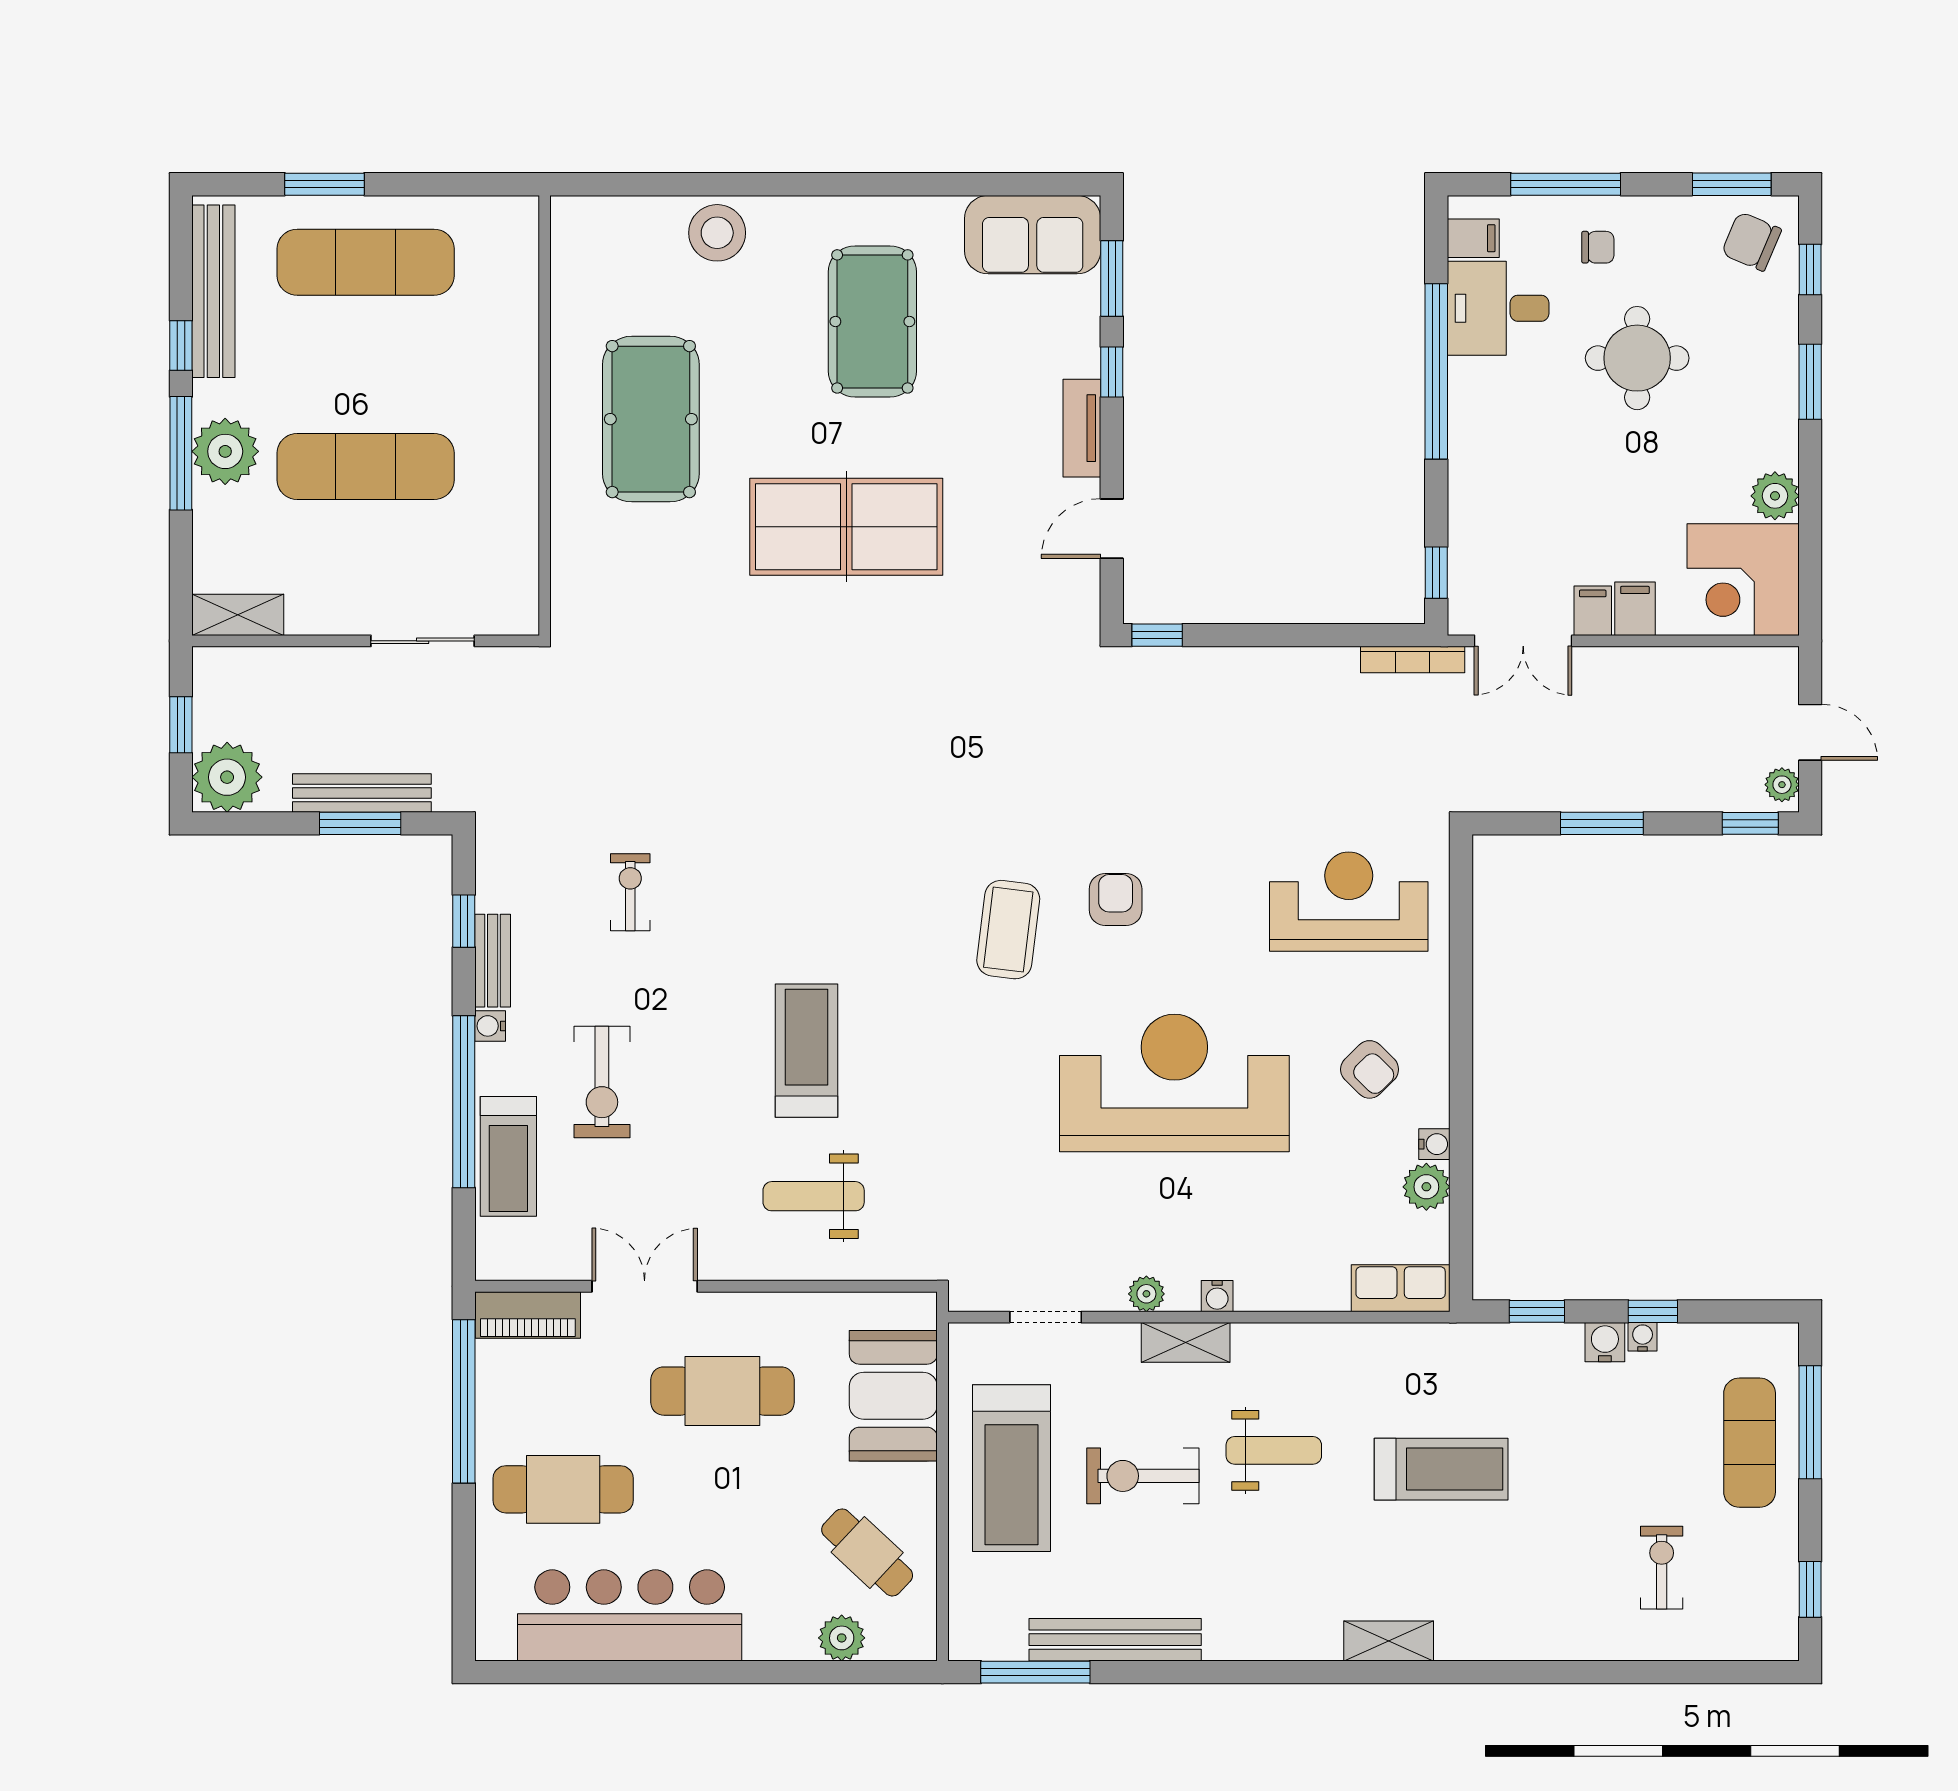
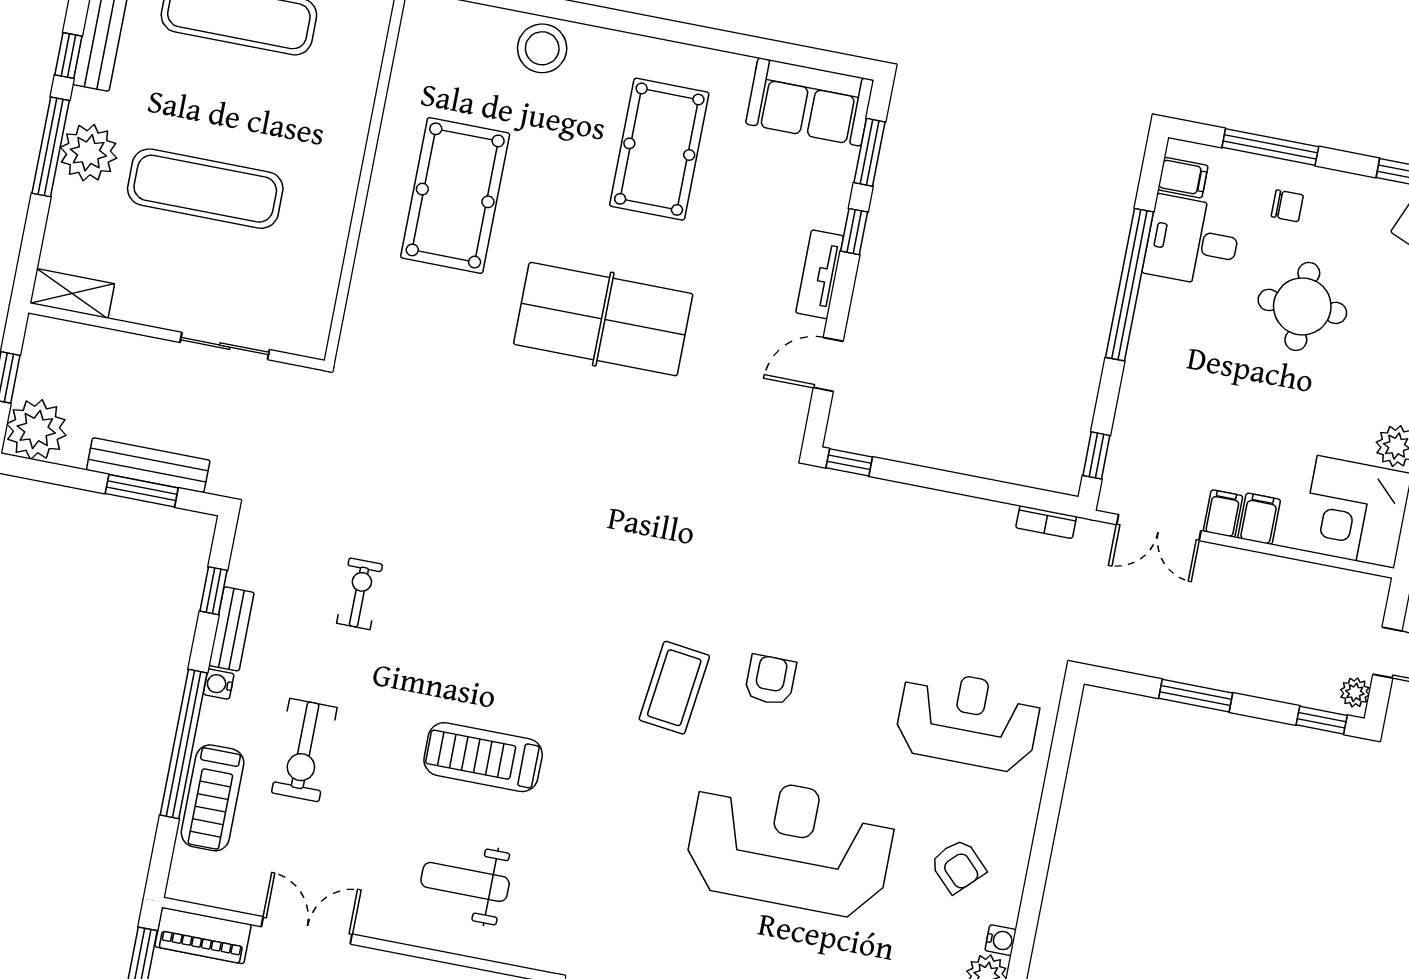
bookcase: (1413, 659) -> (1046, 522), width x0.64
treadmill: (806, 1051) -> (483, 757), turned -90

